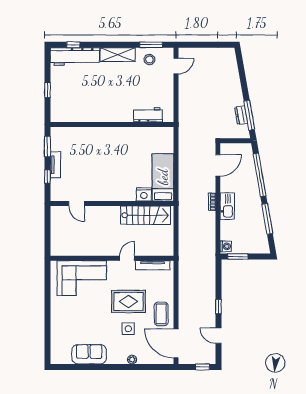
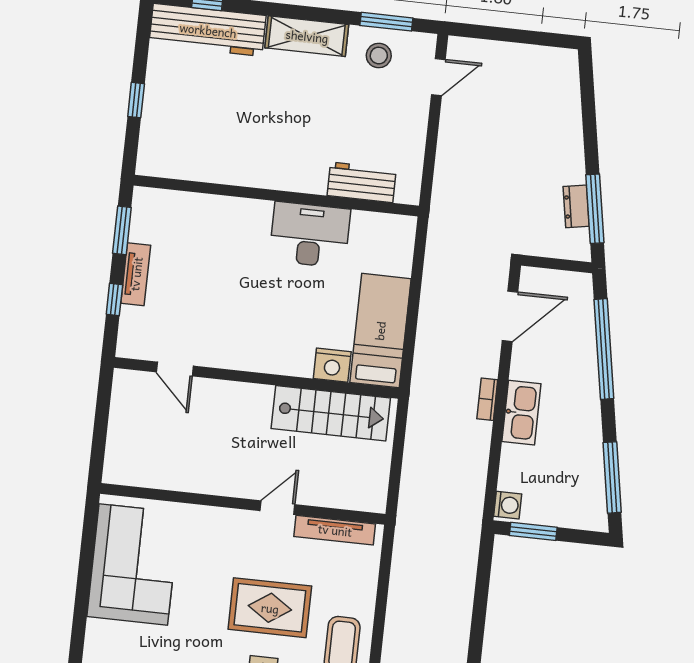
desk: (128, 140) -> (310, 235), added
window: (267, 219) -> (612, 477), moved
corner sofa: (82, 278) -> (133, 565), moved, turned -90
window: (218, 307) -> (476, 642), removed

